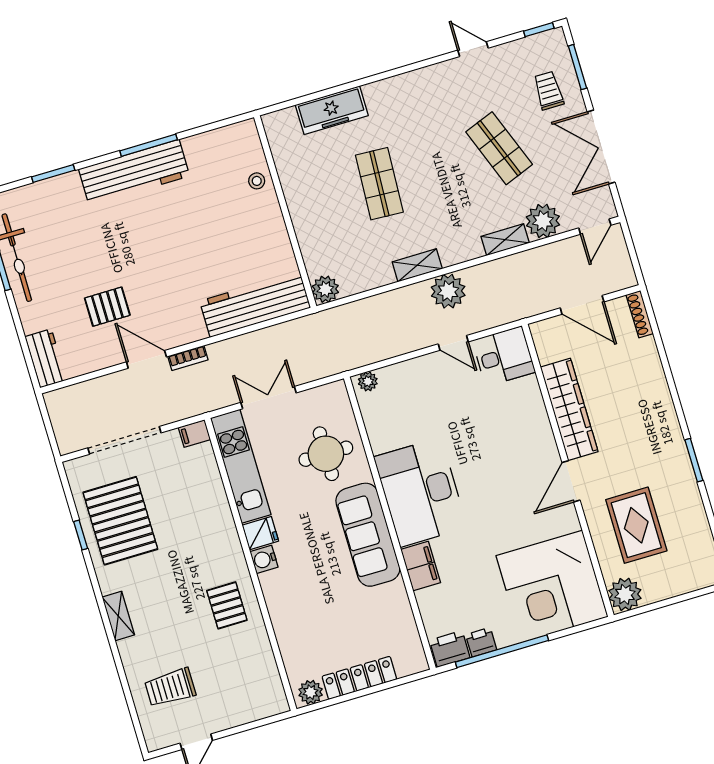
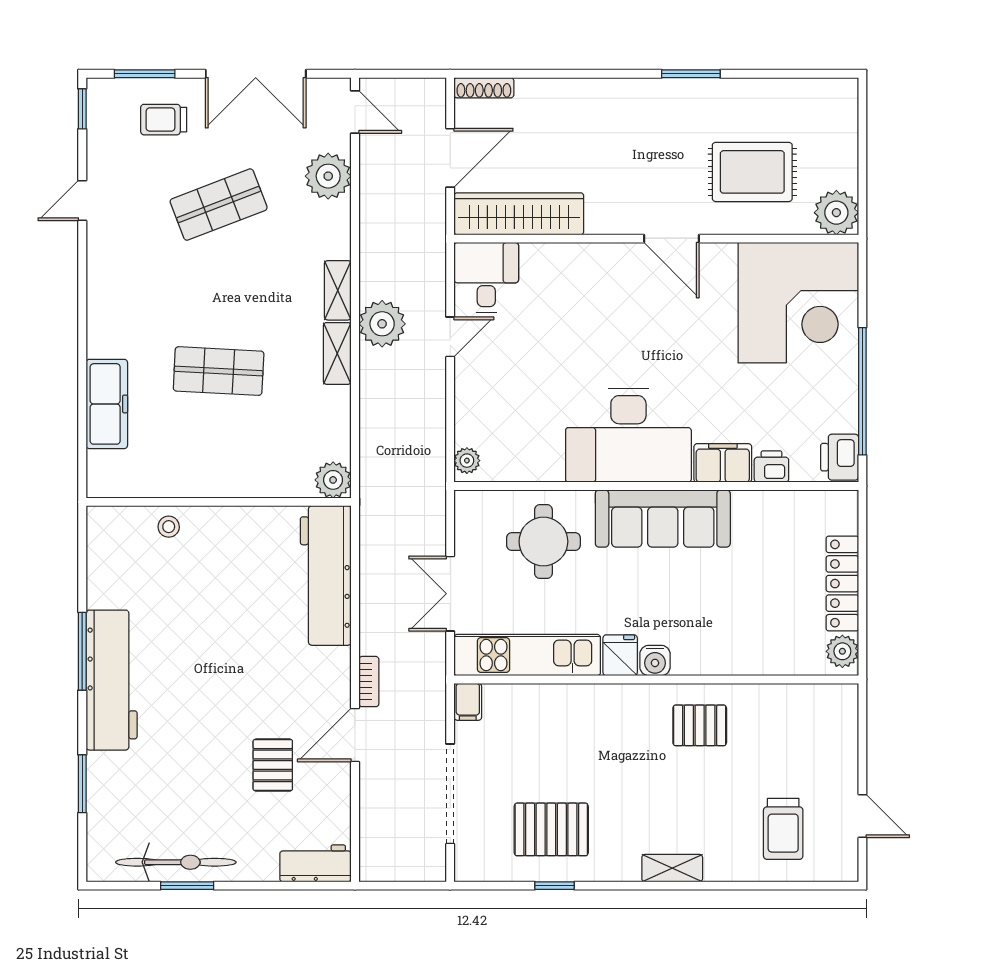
shelving: (505, 240) -> (338, 290), moved
wardrobe: (569, 409) -> (519, 214), moved
pallet: (120, 521) -> (551, 829), width x0.73, depth x0.71
printer: (481, 642) -> (771, 467), moved, turned 90

